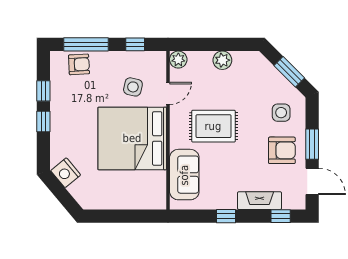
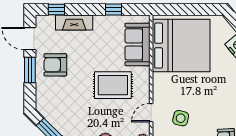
side table: (281, 113) -> (56, 97), removed
bed: (132, 138) -> (181, 46), moved
window: (226, 216) -> (114, 10), moved

